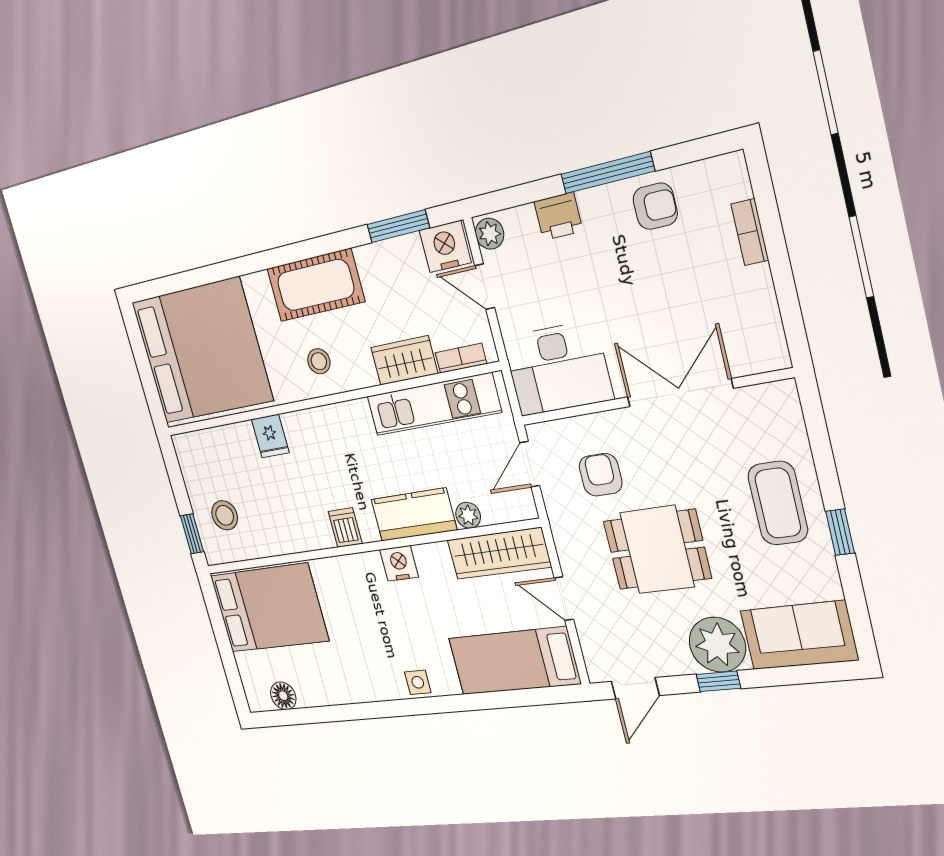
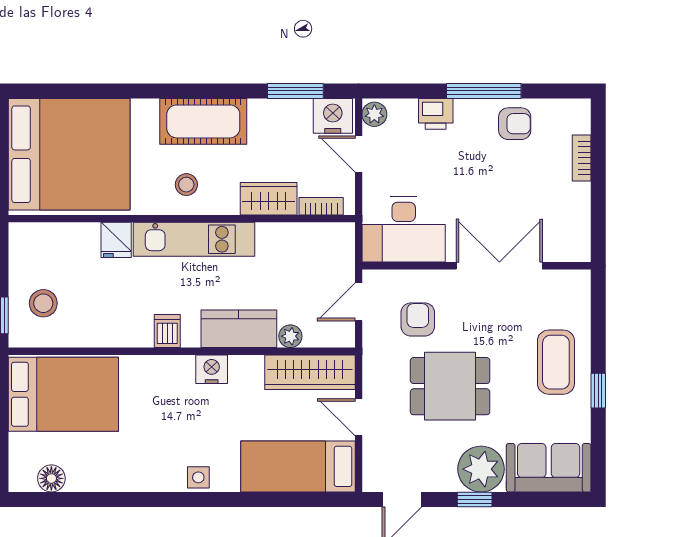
kitchen unit: (433, 404) -> (194, 239), moved

